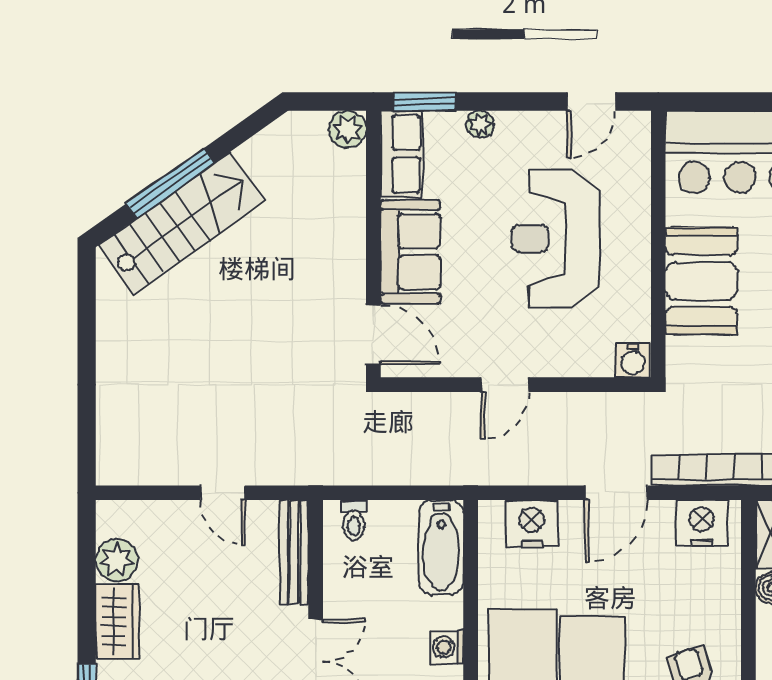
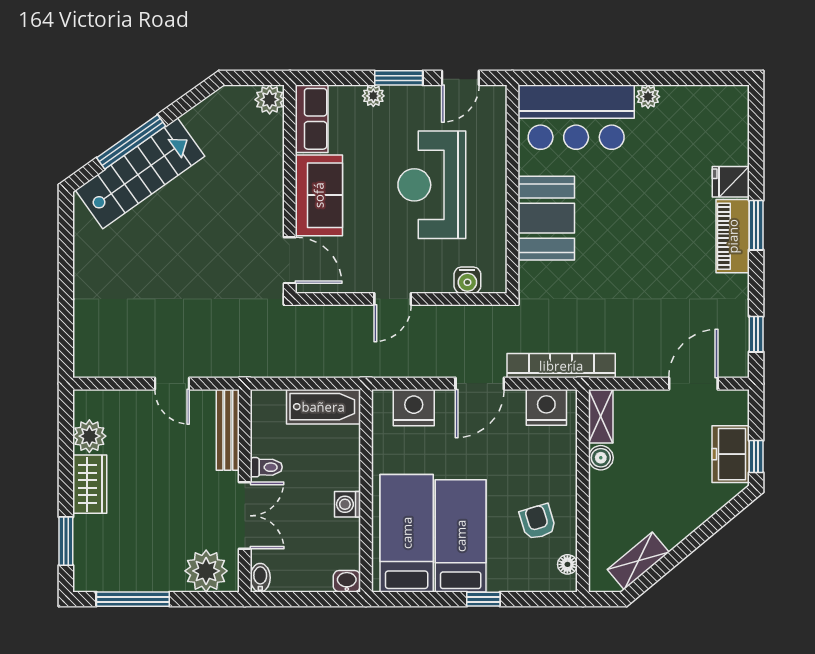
window: (425, 102) -> (399, 78), moved
water cooler: (633, 360) -> (467, 280), moved
toilet: (354, 520) -> (266, 467), moved, turned -90
bathtub: (441, 547) -> (323, 407), moved, turned -90

